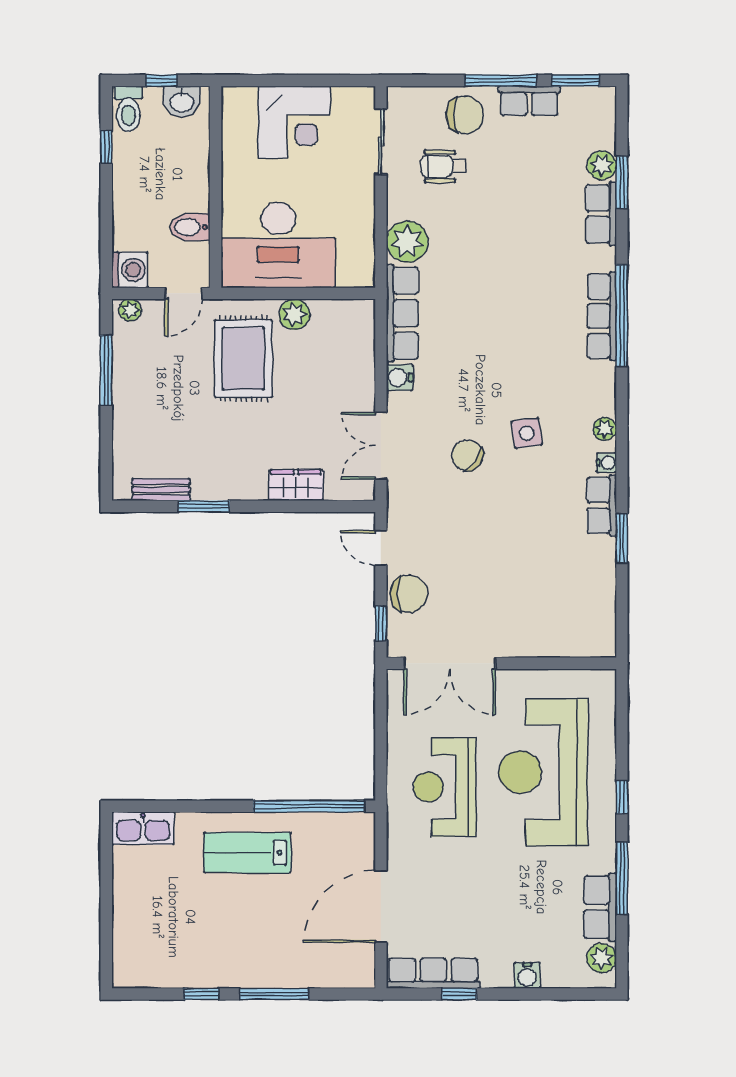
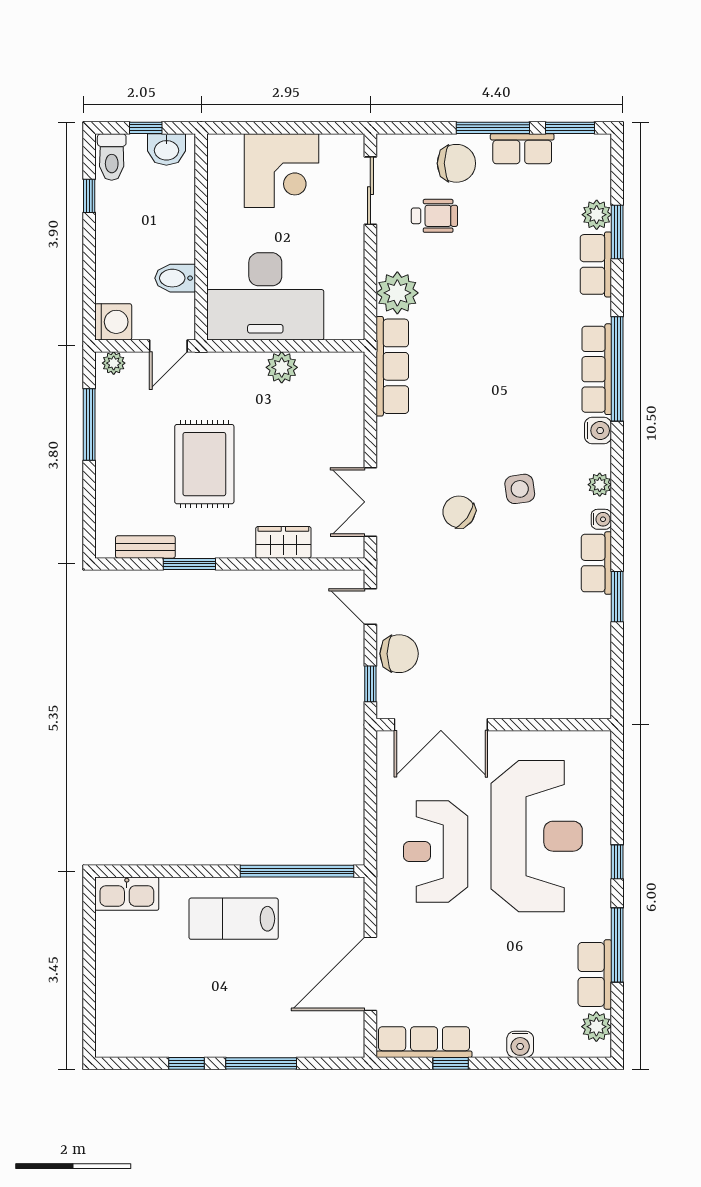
wheelchair: (443, 166) -> (434, 216), turned 180
rug: (243, 359) -> (204, 464), moved
water cooler: (400, 377) -> (598, 431), moved, turned 180
reception desk: (543, 772) -> (537, 836), turned 180

